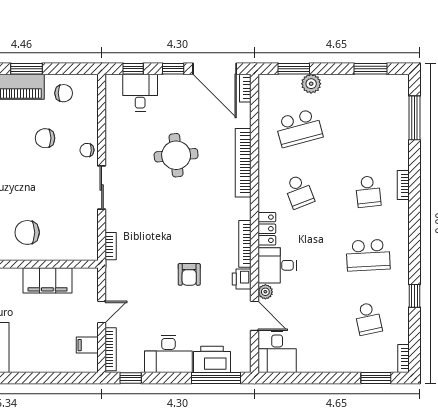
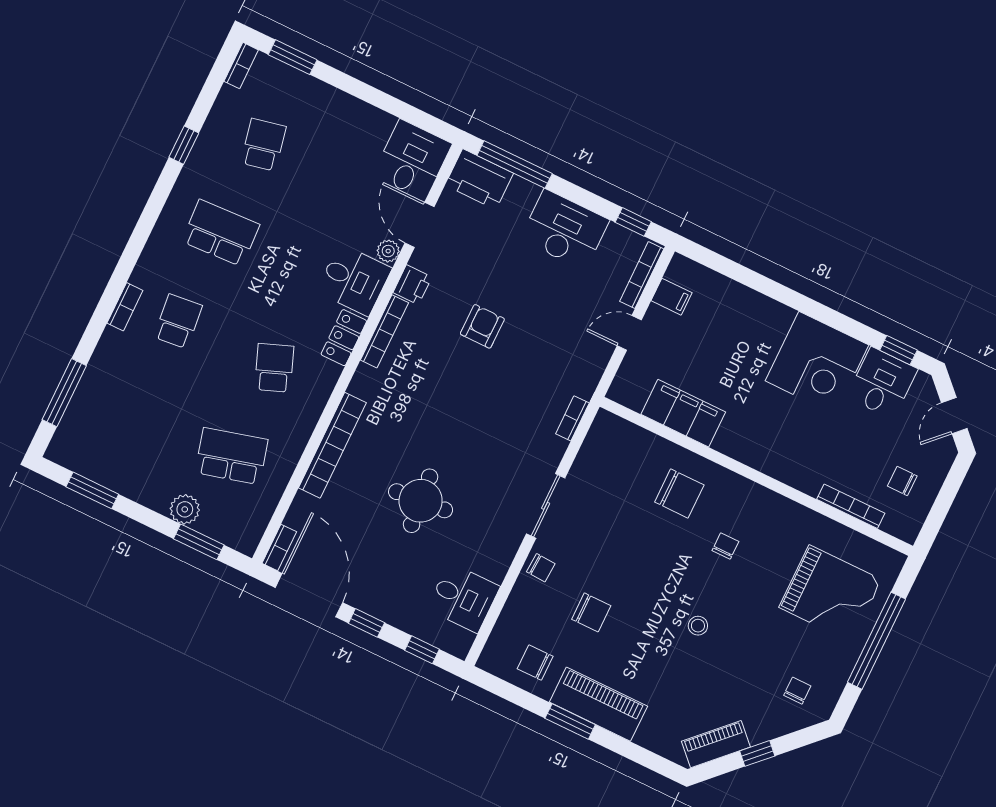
desk: (140, 93) -> (463, 598), moved, turned -90
printer: (212, 359) -> (479, 179), moved

